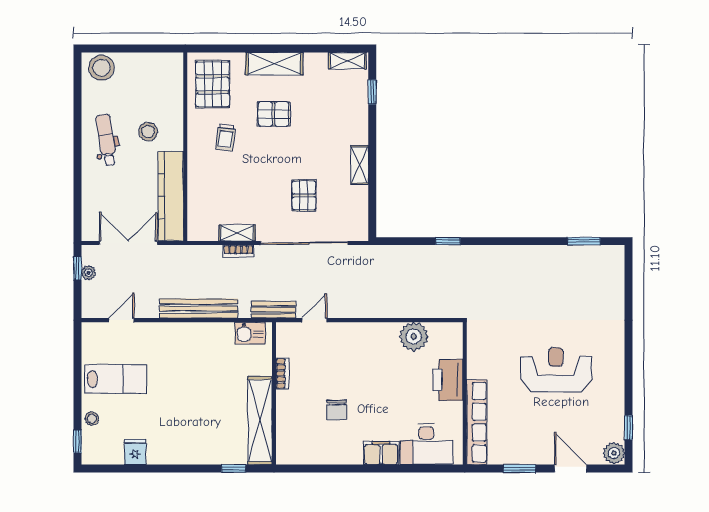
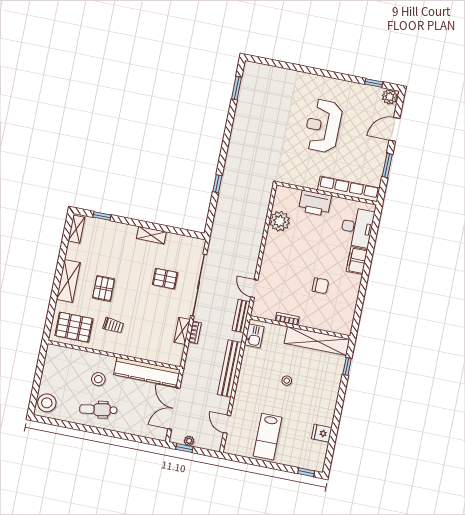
lab bench: (116, 379) -> (268, 437), turned 180
stool: (92, 419) -> (287, 381), moved

